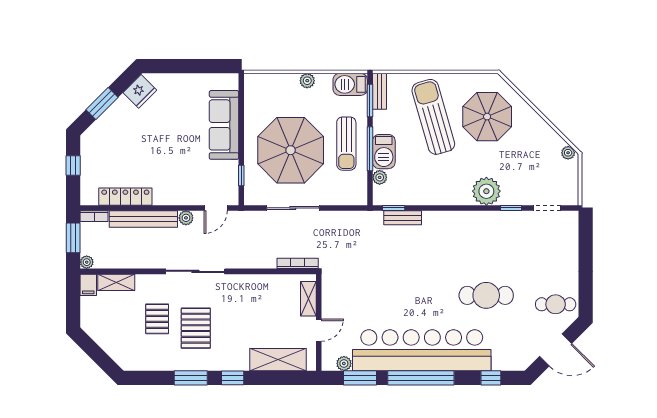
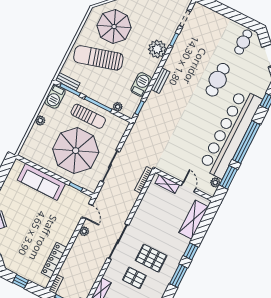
barbecue: (384, 152) -> (141, 84), moved, turned -90
bench: (403, 218) -> (161, 81), moved
bench: (143, 219) -> (72, 256), removed

